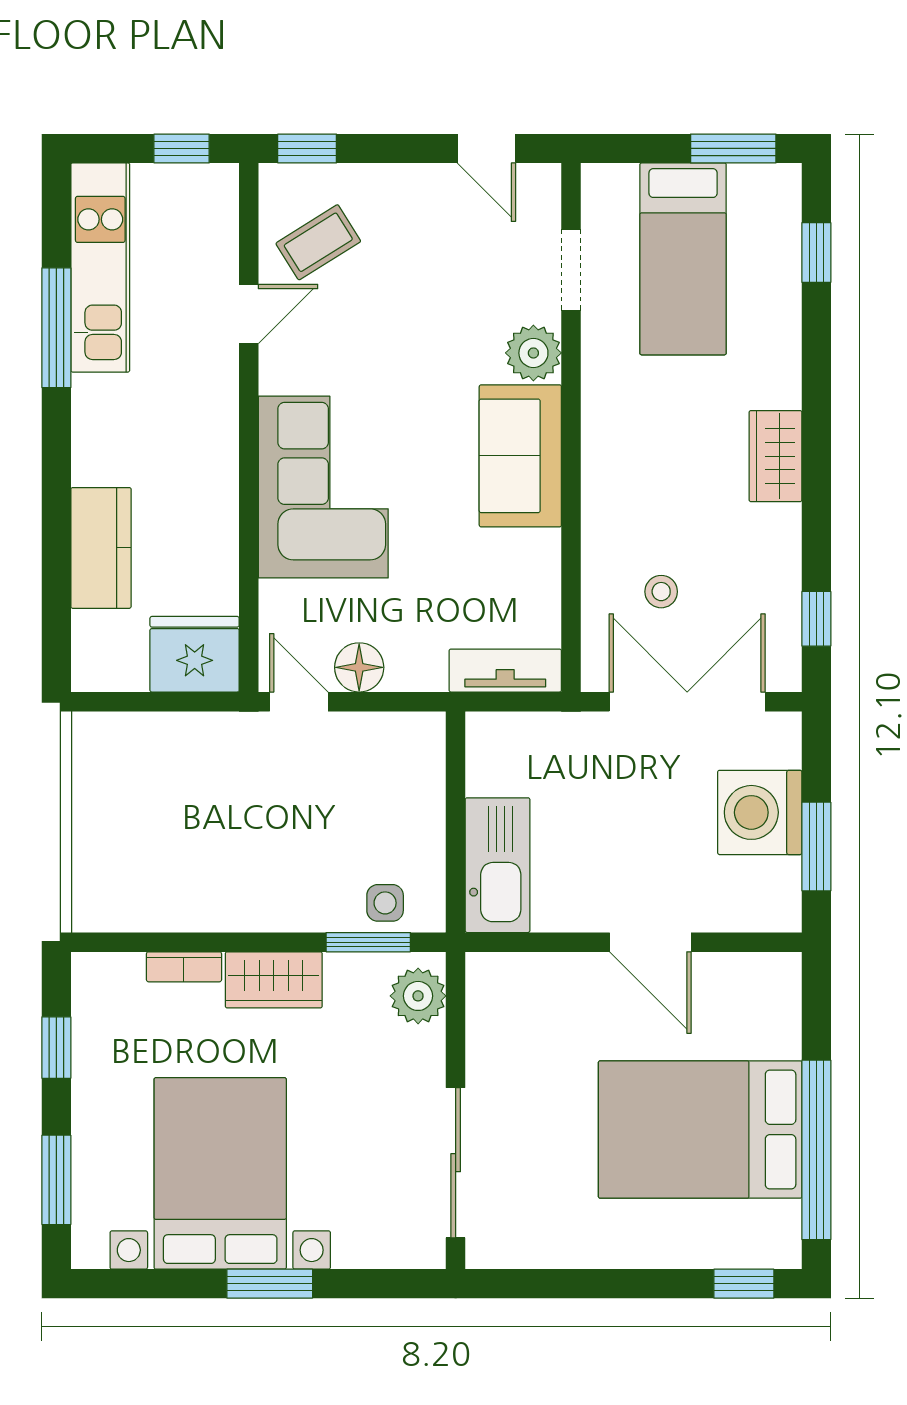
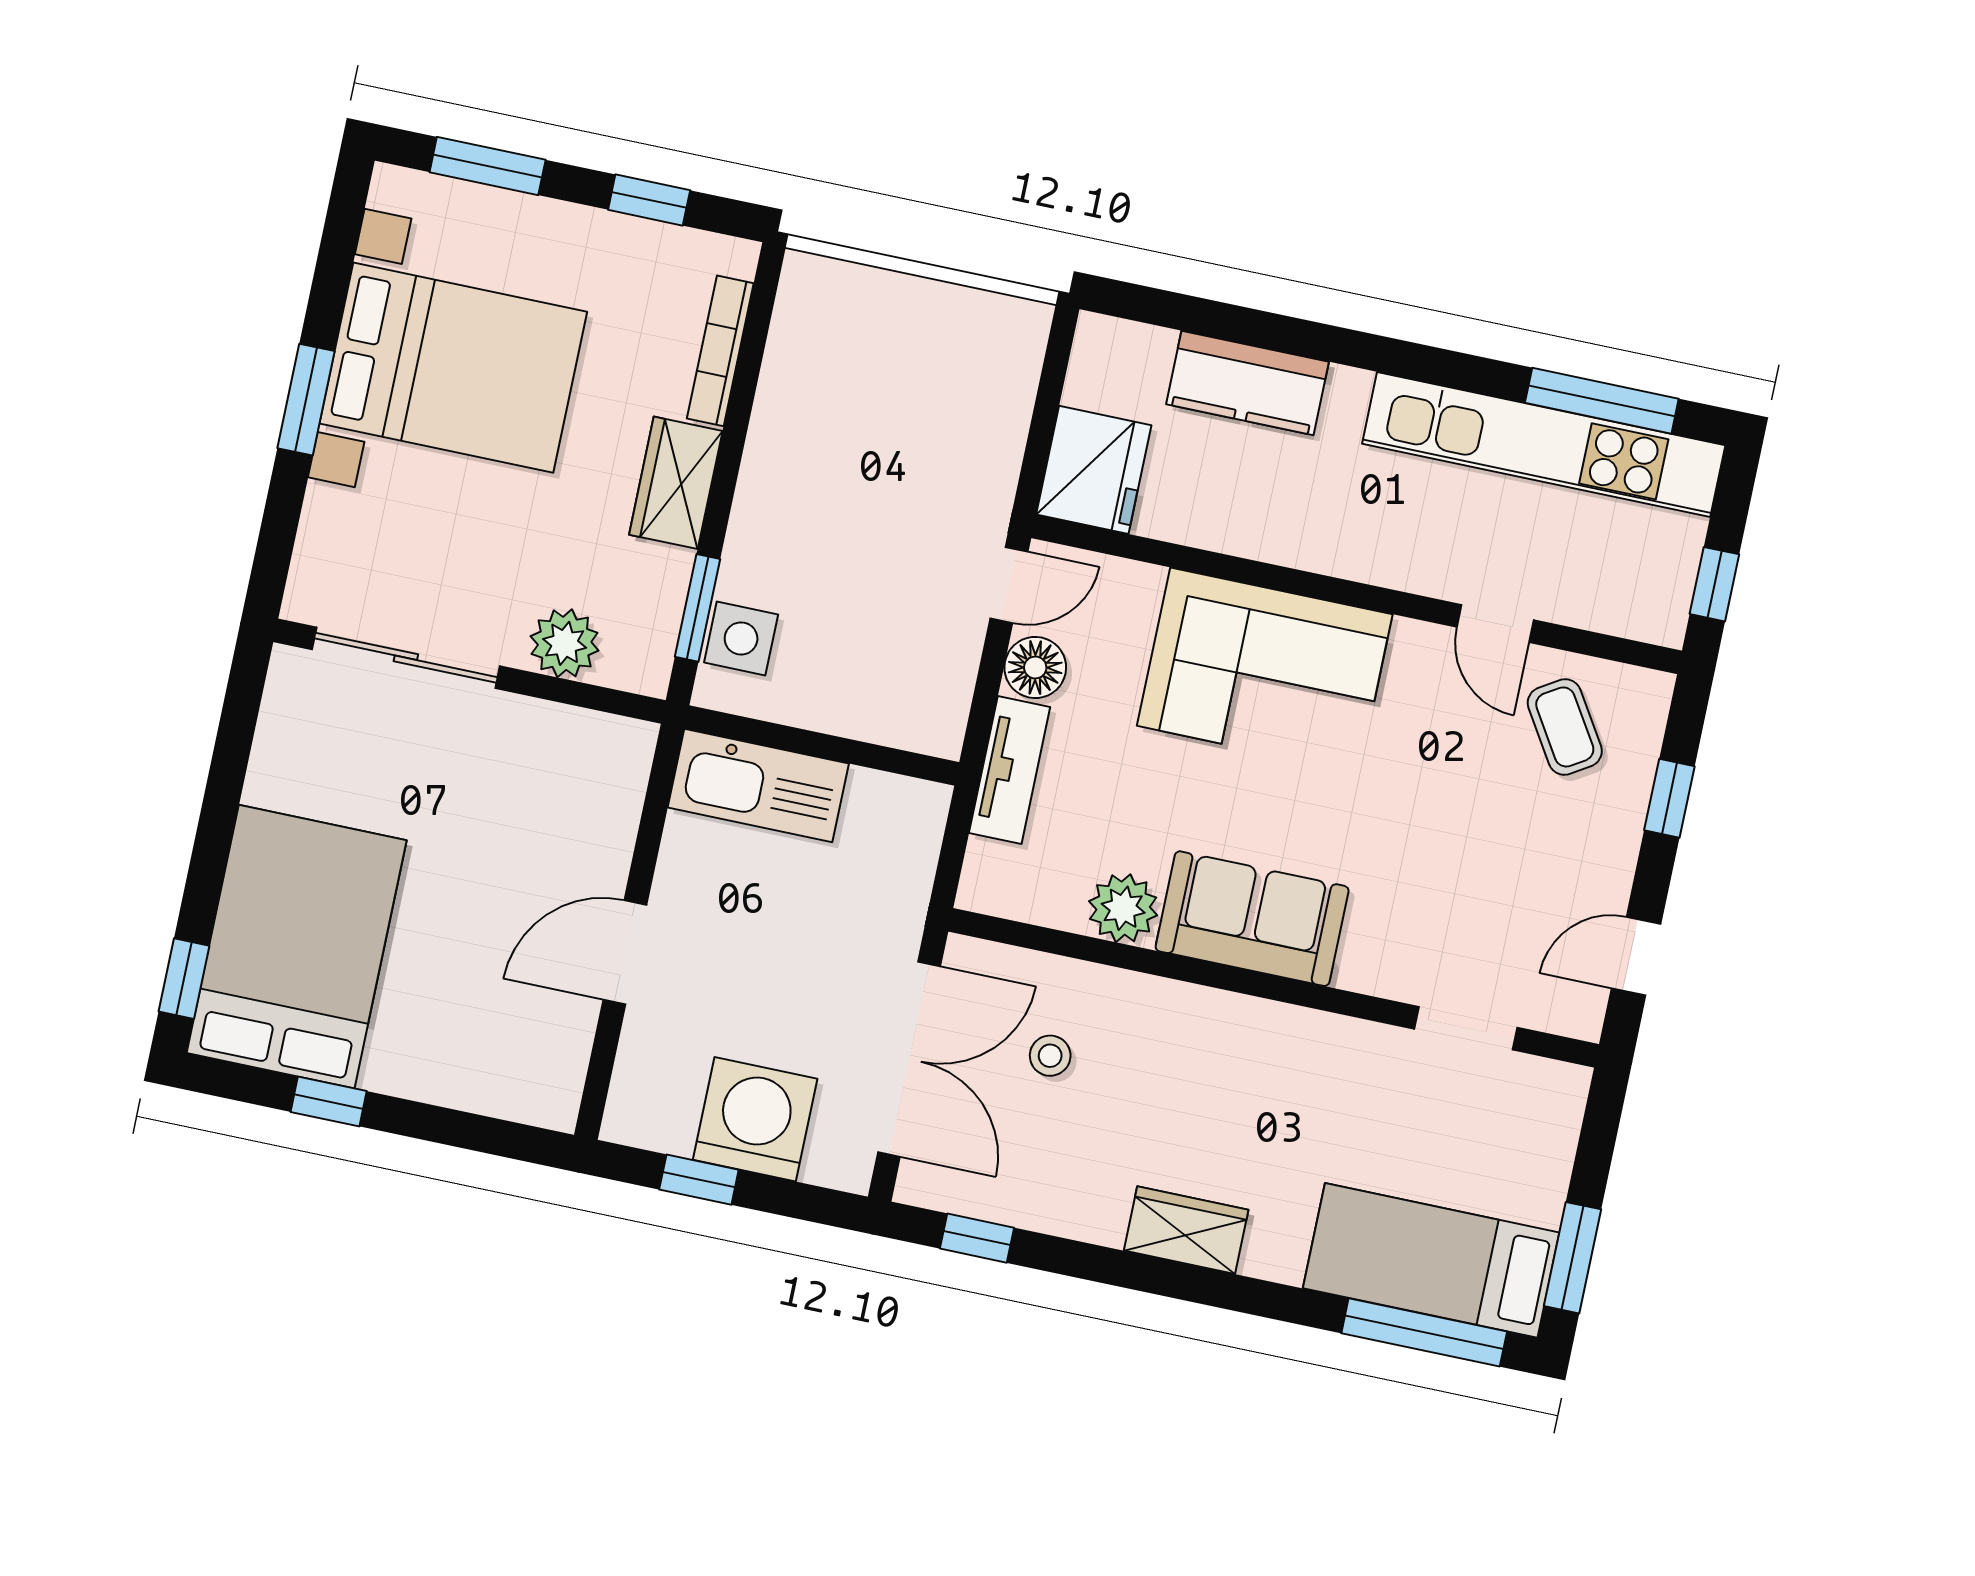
window: (307, 148) -> (1669, 798), moved
window: (816, 252) -> (1424, 1332), width x2.17
bed: (683, 259) -> (1431, 1260), moved
kitchen unit: (100, 267) -> (1544, 444), width x1.36
window: (56, 328) -> (1602, 401), moved
plant: (533, 353) -> (1123, 908), moved
tv unit: (505, 671) -> (1010, 770), moved
window: (816, 847) -> (699, 1180), width x0.67
side table: (385, 903) -> (741, 639), width x1.37, depth x1.37
bookcase: (184, 967) -> (720, 351), width x1.56
plant: (418, 996) -> (565, 643), moved
bed: (700, 1129) -> (297, 947), moved
window: (816, 1150) -> (329, 1101), width x0.32

